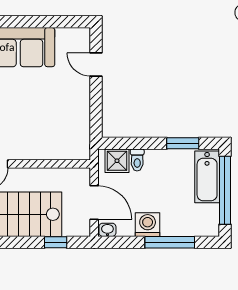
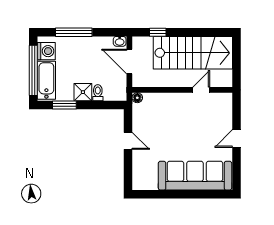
door: (96, 65) -> (128, 141), moved
floor lamp: (83, 153) -> (137, 98), added
shower: (117, 161) -> (83, 92), moved
washing machine: (148, 225) -> (46, 51), moved, turned -90

